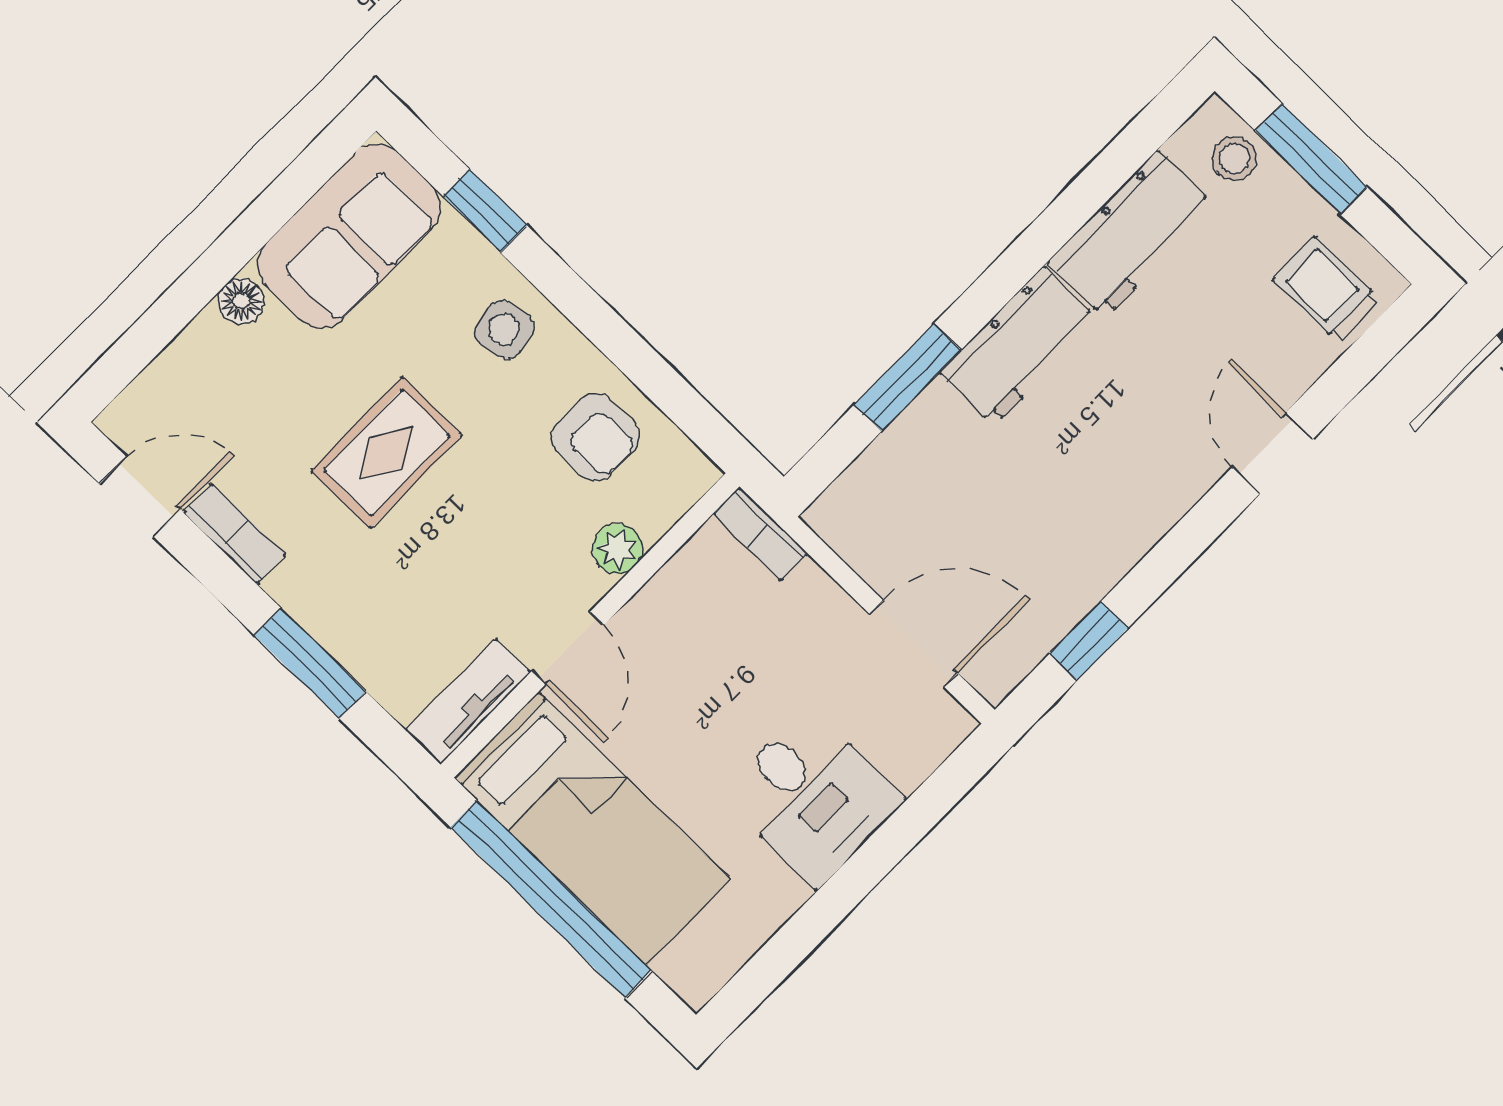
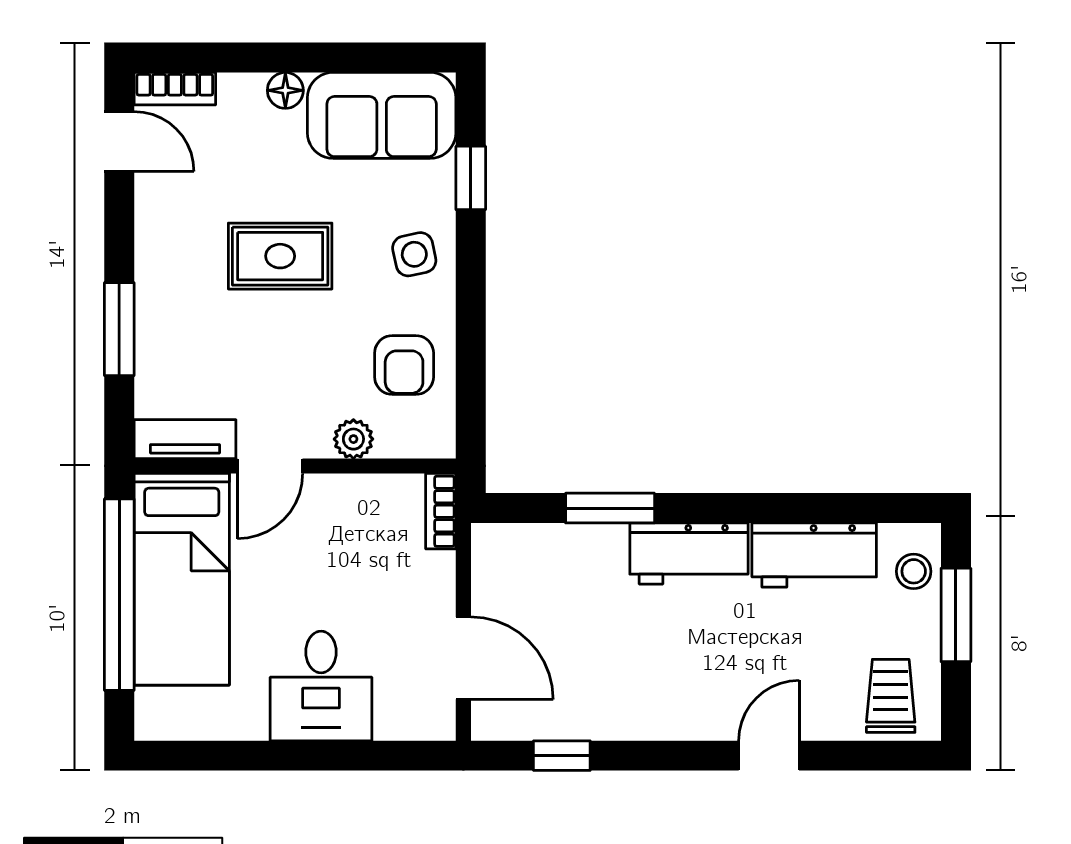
bookcase: (234, 534) -> (175, 89), moved, turned 90

